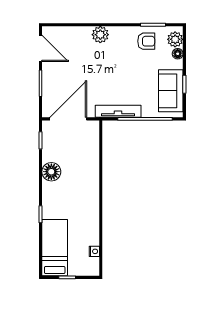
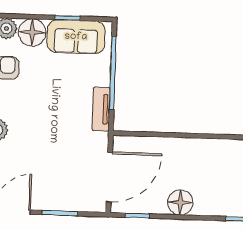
floor lamp: (178, 54) -> (32, 32), width x1.89, depth x1.89
tv unit: (118, 111) -> (101, 109), width x0.71
door: (68, 119) -> (109, 177), swing flipped

